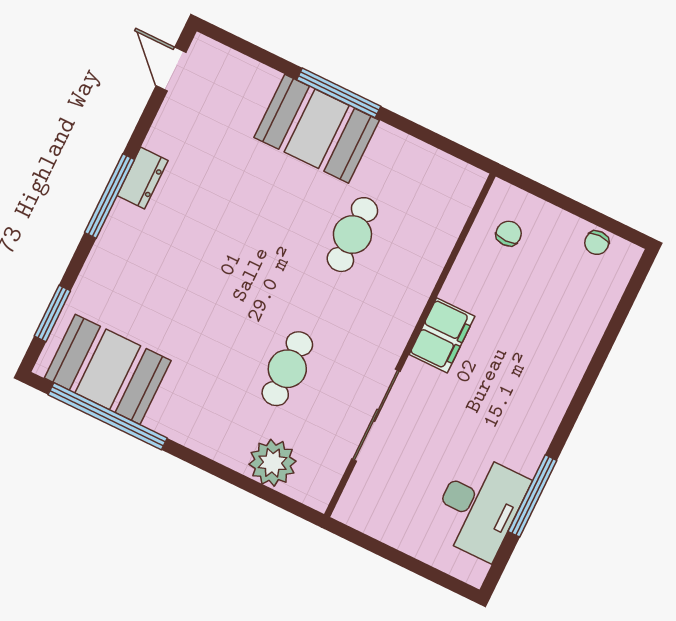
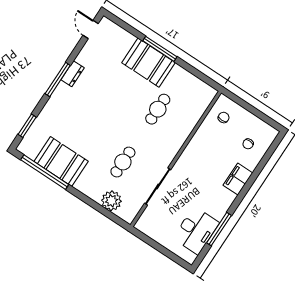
chair: (597, 243) -> (248, 144), moved
filing cabinet: (442, 335) -> (238, 179), moved, turned 180
booth: (108, 369) -> (61, 161), moved

